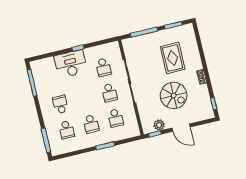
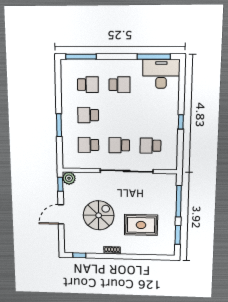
desk: (71, 64) -> (161, 74), moved, turned -90
spiral stairs: (174, 96) -> (99, 215), turned 180
plant: (159, 125) -> (69, 178), moved
school desk: (67, 130) -> (88, 85), turned 180

